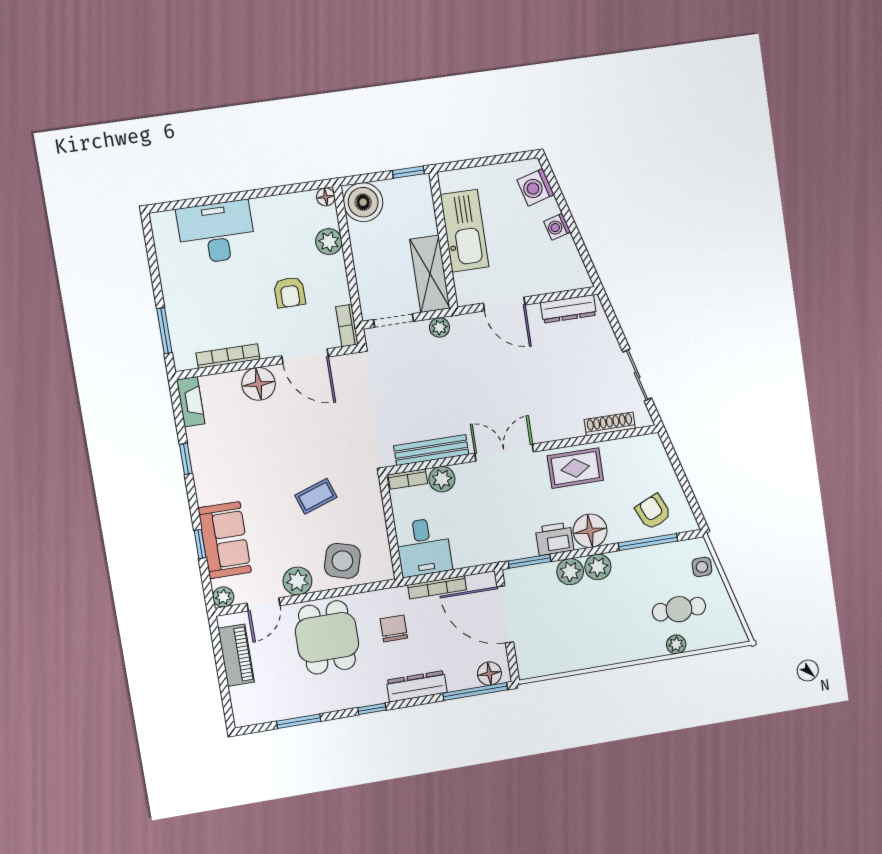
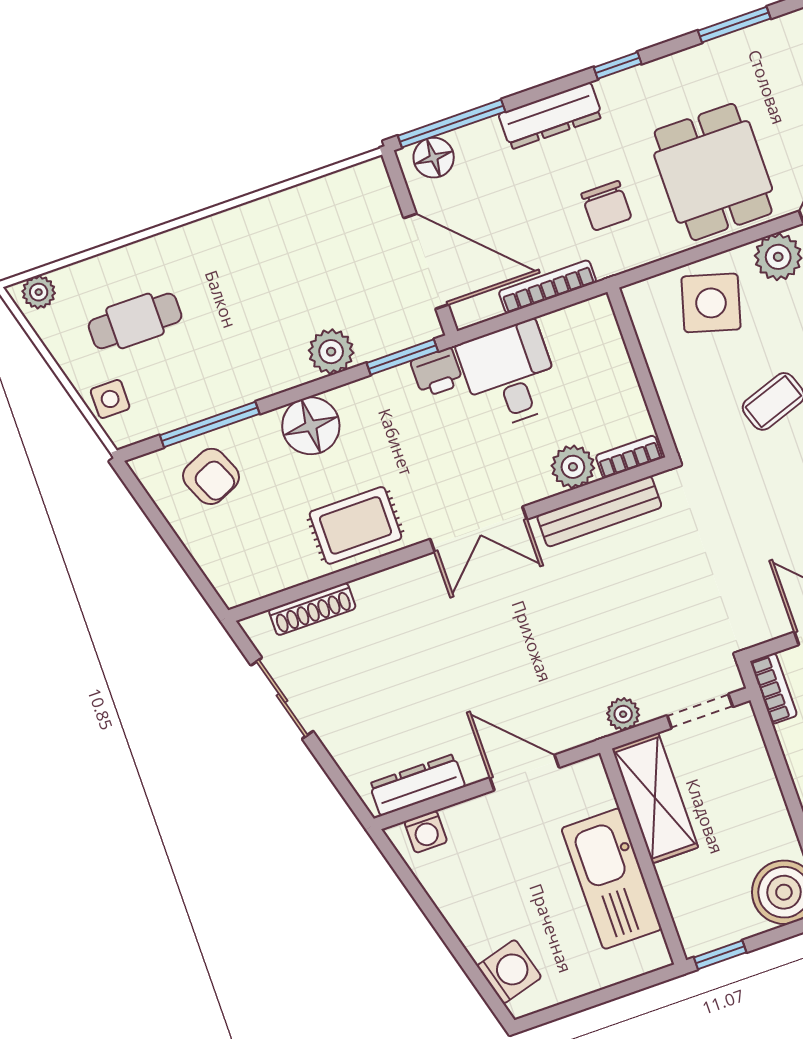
washing machine: (557, 227) -> (426, 832), moved, turned 106
printer: (554, 539) -> (437, 372), moved, width x0.73, depth x0.81
desk: (423, 547) -> (510, 375), moved
plant: (598, 567) -> (286, 368), removed
plant: (676, 644) -> (39, 292), moved

